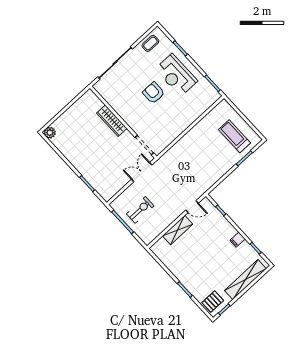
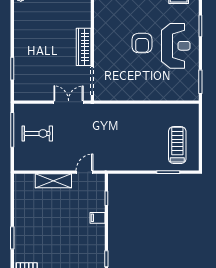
reception desk: (176, 75) -> (176, 46), turned 180
armchair: (154, 93) -> (142, 43), turned 180
wardrobe: (112, 121) -> (84, 47), moved
door: (192, 207) -> (85, 172), swing flipped
filing cabinet: (238, 240) -> (98, 218), moved

